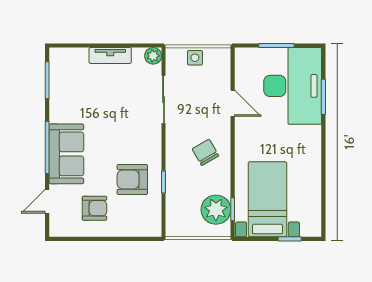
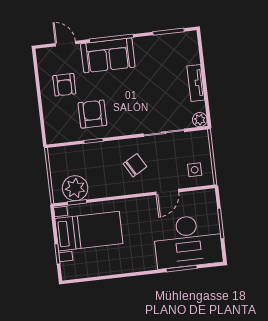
side table: (195, 58) -> (195, 170), moved
chair: (205, 152) -> (135, 165), moved

